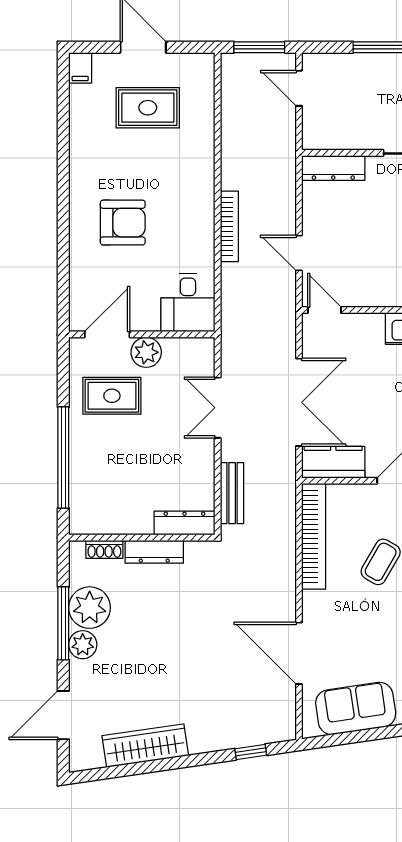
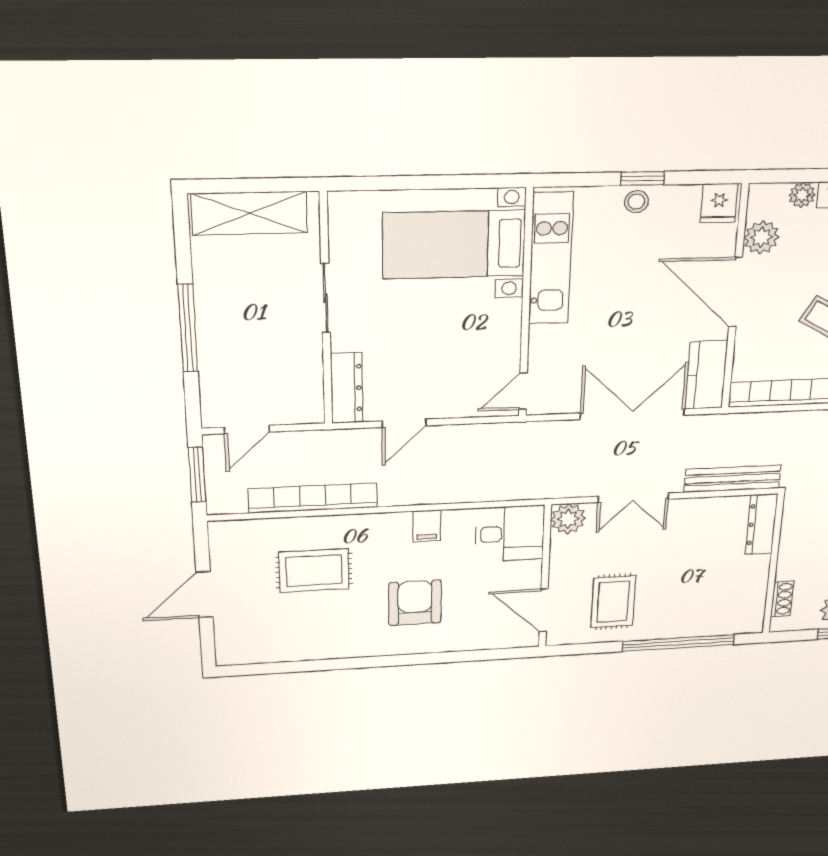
filing cabinet: (80, 68) -> (427, 526), moved, turned 90
rug: (148, 108) -> (314, 570), moved, turned 90
bookcase: (229, 226) -> (313, 498), moved, width x1.48, depth x1.31
door: (299, 253) -> (404, 423), moved
plant: (146, 352) -> (568, 519), moved
bench: (232, 493) -> (732, 479), width x1.36
dresser: (154, 552) -> (790, 552), removed

